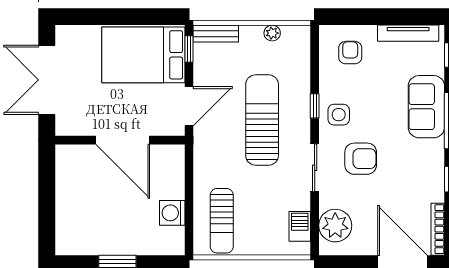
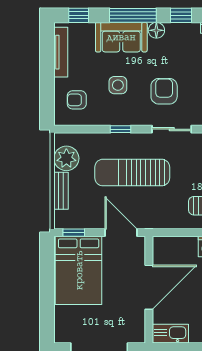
plant: (272, 33) -> (66, 158), width x1.88, depth x1.88
bench: (216, 34) -> (61, 191), moved
side table: (339, 115) -> (118, 85), moved
floor lamp: (435, 149) -> (156, 30), added
kitchen sink: (67, 166) -> (170, 334), added

